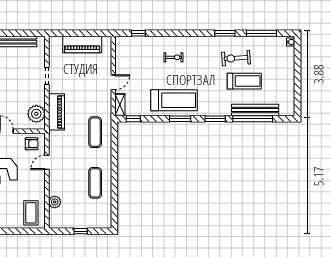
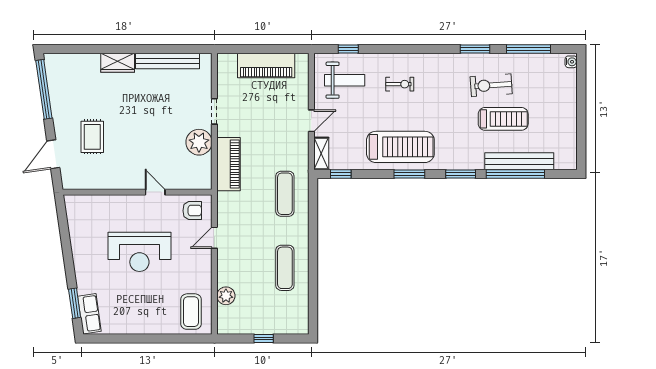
weight bench: (136, 55) -> (345, 80), added
plant: (36, 114) -> (199, 142), moved

